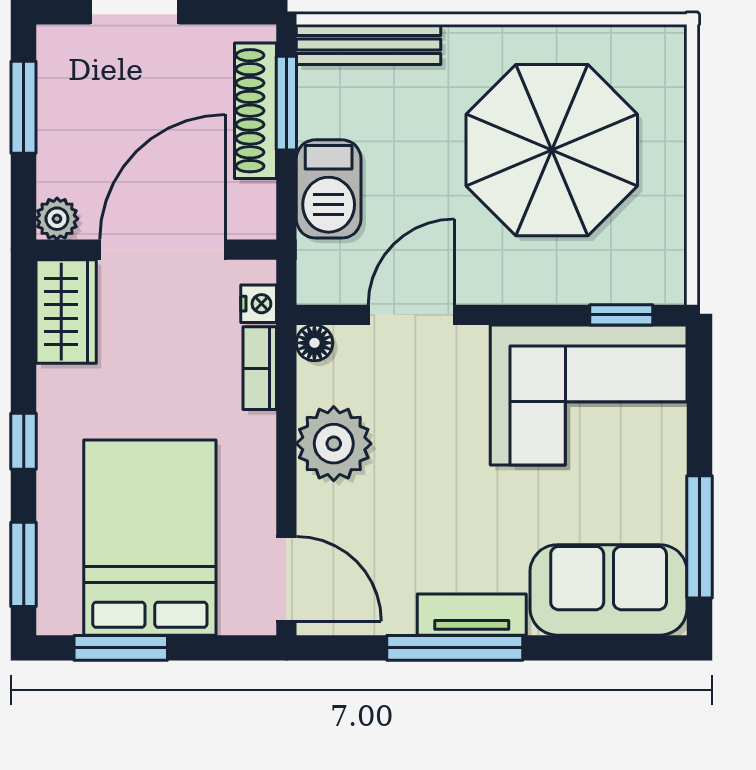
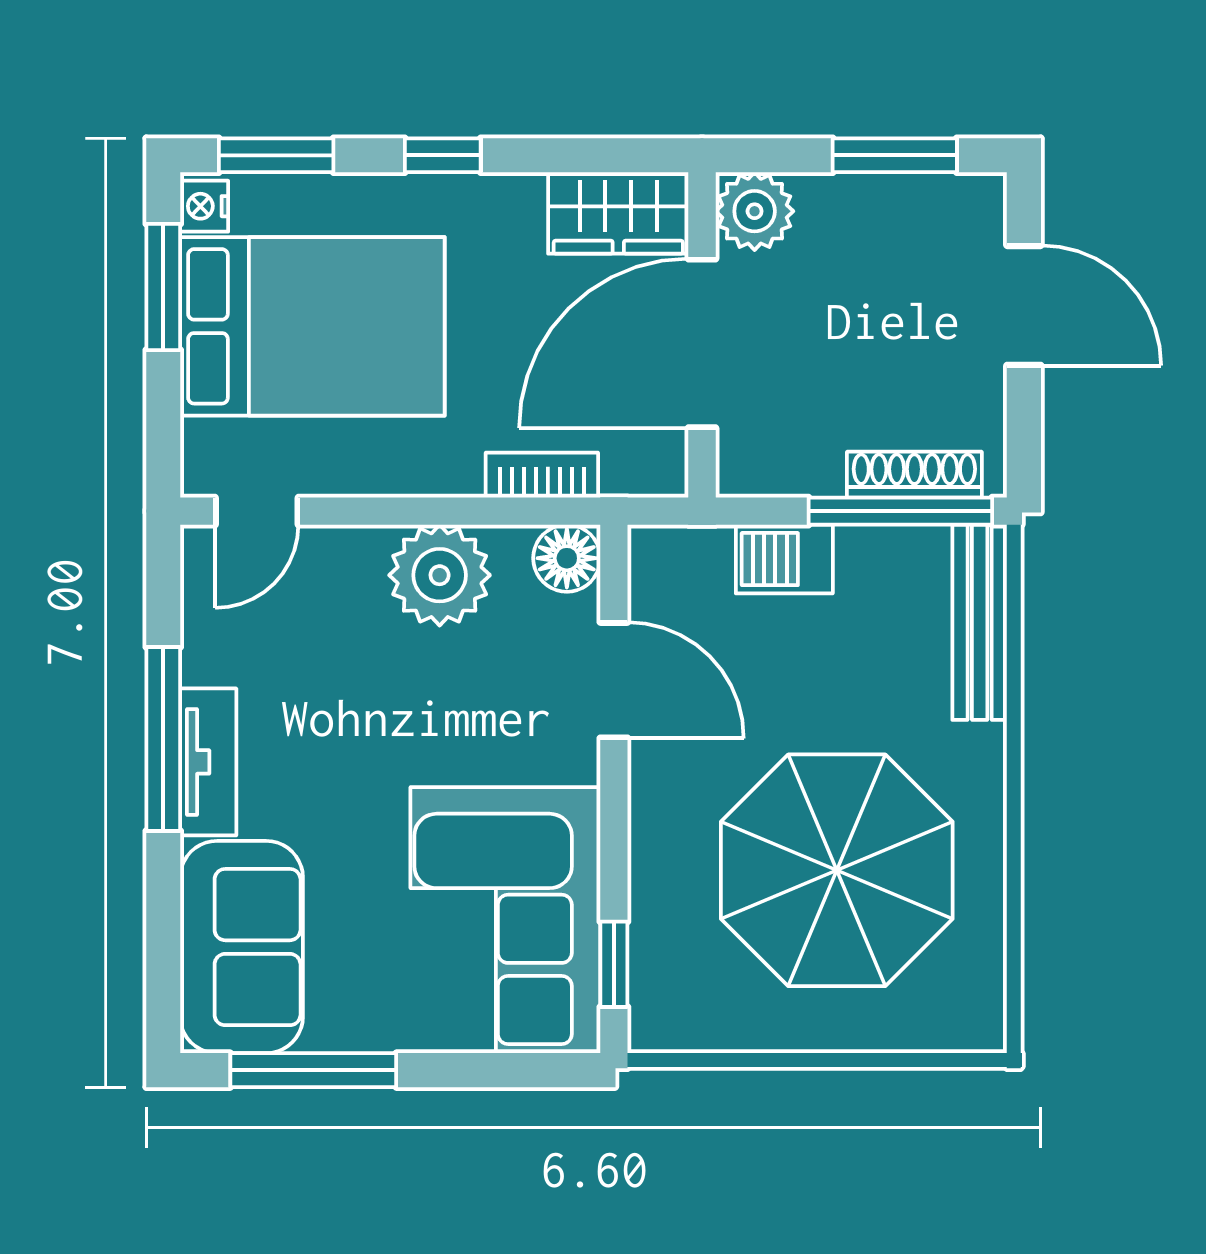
window: (286, 103) -> (900, 511), width x1.44
shoe rack: (255, 111) -> (914, 475), width x0.74, depth x0.81
barbecue: (329, 189) -> (784, 559), width x0.73, depth x0.79
plant: (57, 219) -> (755, 211), width x1.38, depth x1.38
door: (162, 250) -> (702, 343), swing flipped
nightstand: (259, 304) -> (204, 206), moved, turned 90
floor lamp: (314, 343) -> (567, 558), width x1.37, depth x1.37
door: (286, 579) -> (257, 511), width x0.73

